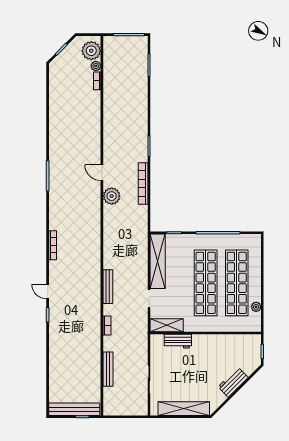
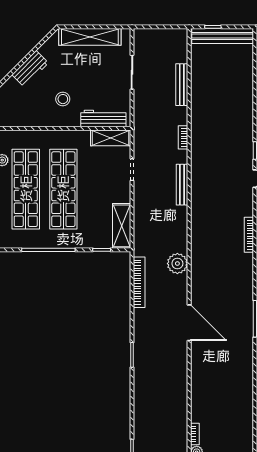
door: (102, 173) -> (189, 323), width x1.87
bookcase: (143, 184) -> (139, 282), moved
plant: (112, 196) -> (177, 264), moved
shelving: (158, 261) -> (122, 226), width x0.68
workbench: (178, 341) -> (103, 118), width x1.37
stool: (206, 357) -> (63, 99), added

